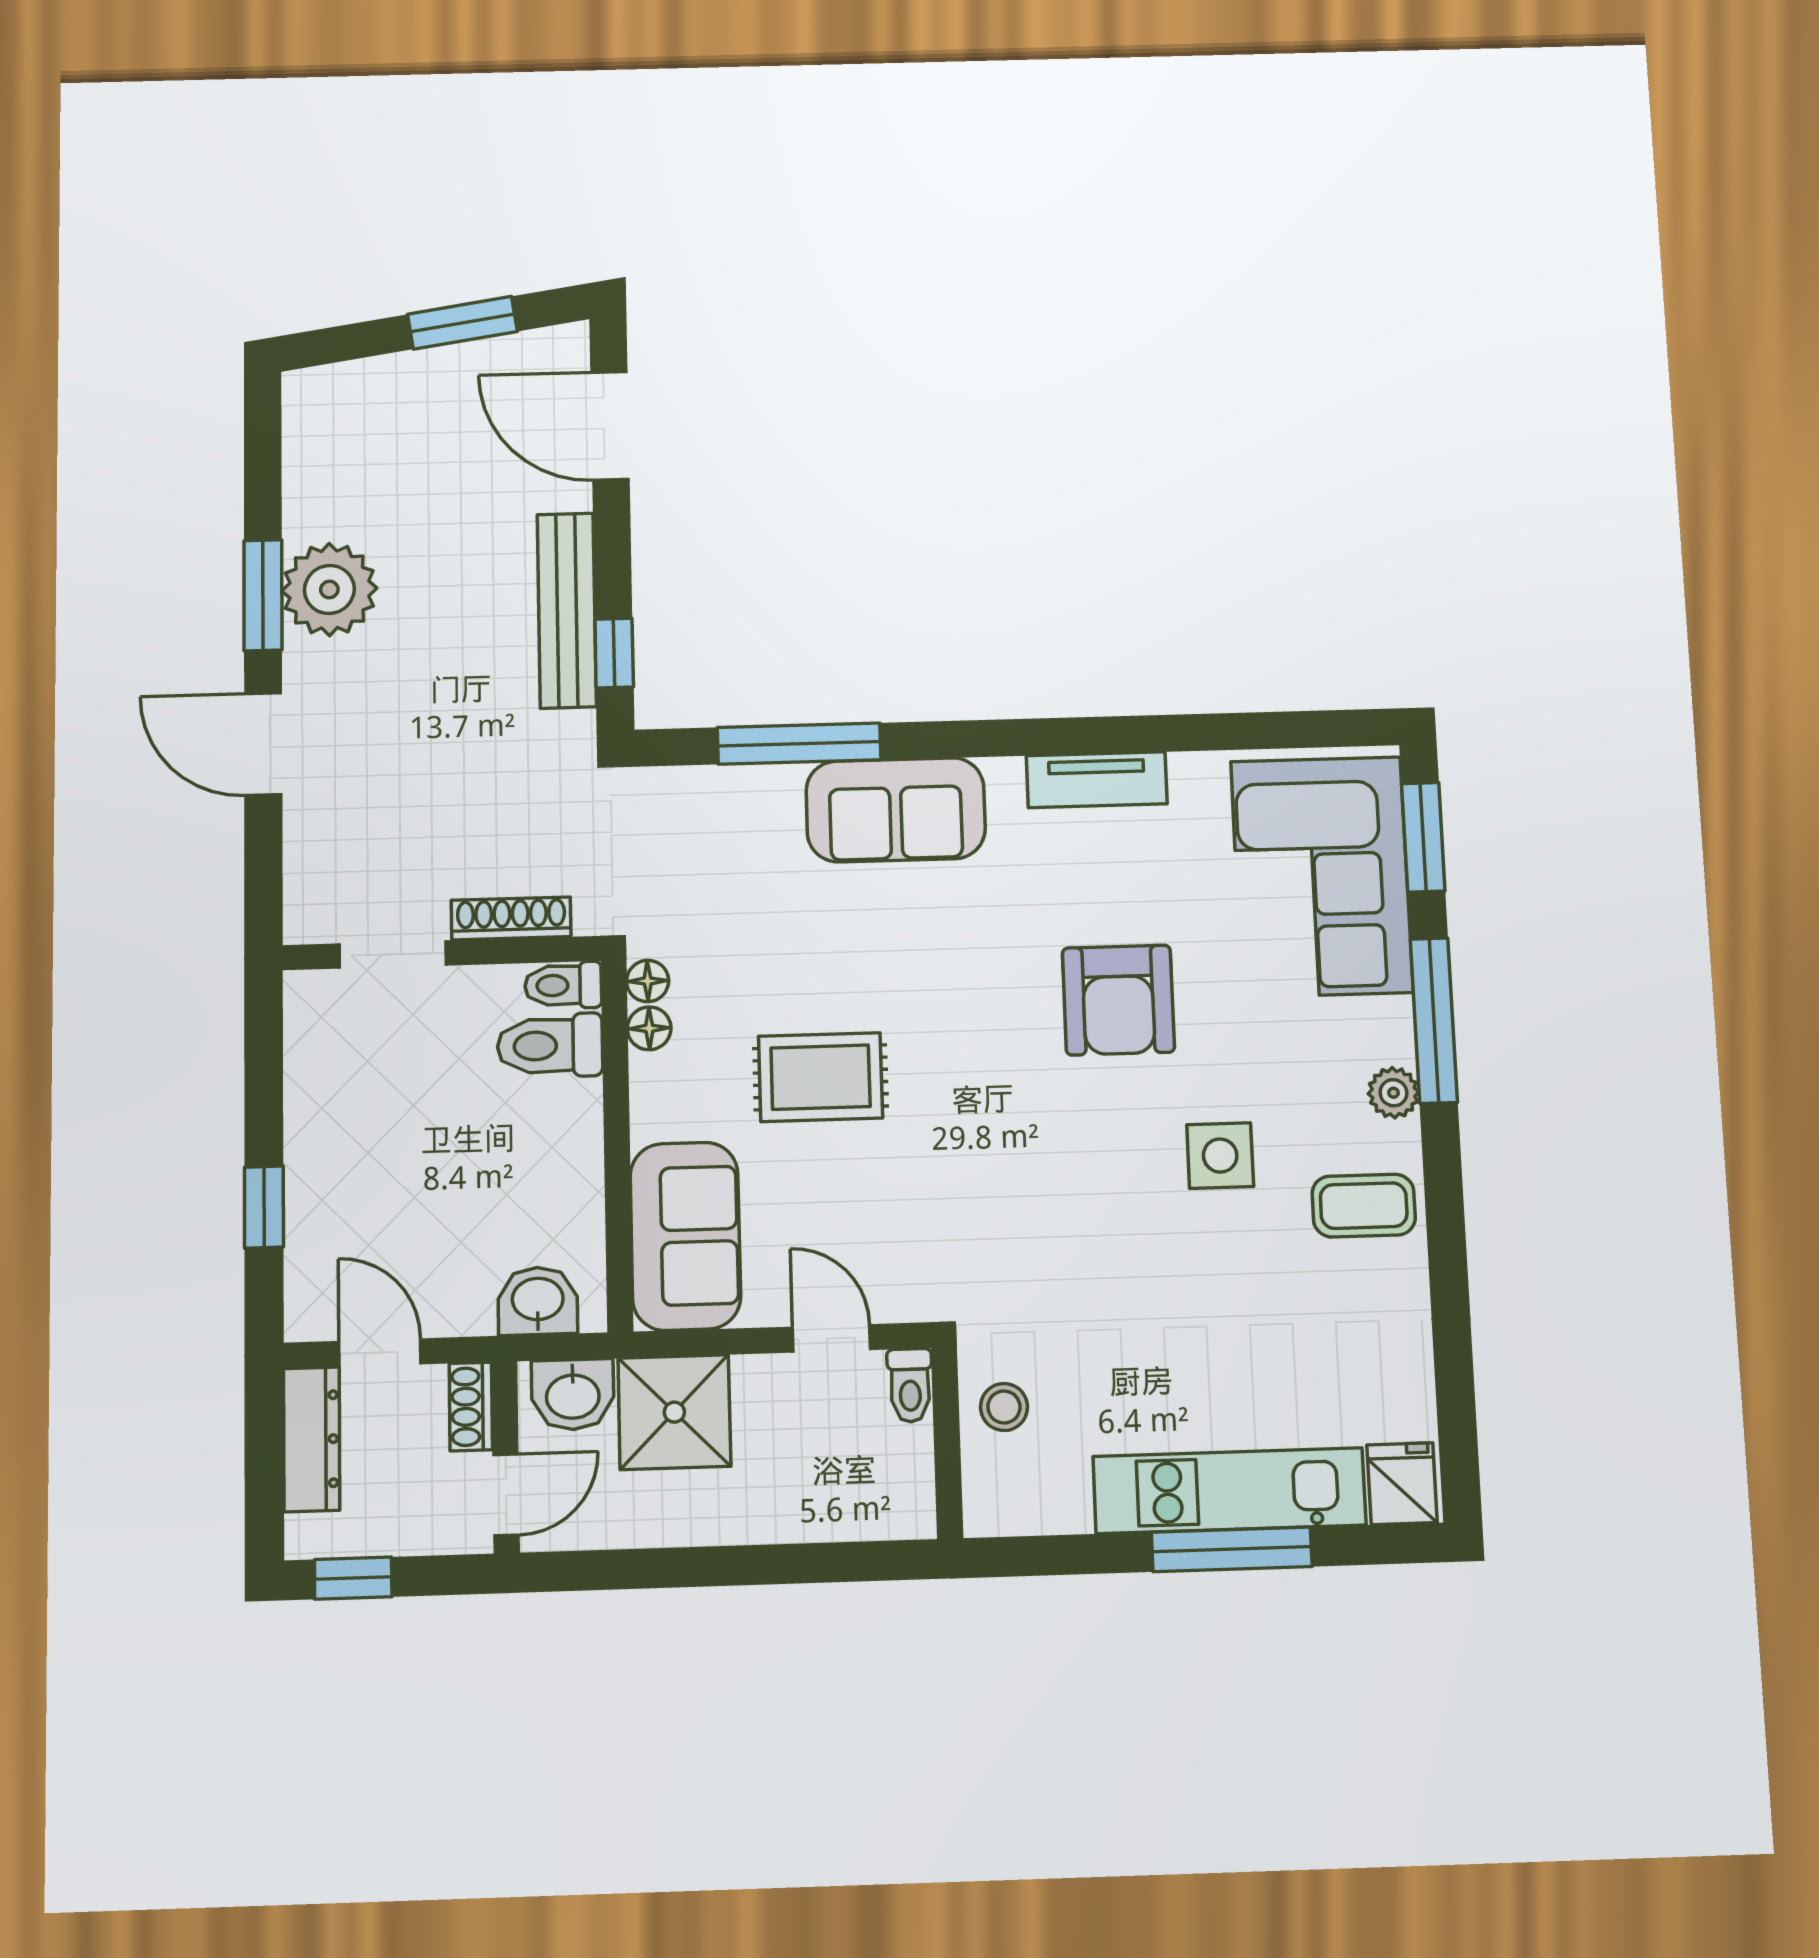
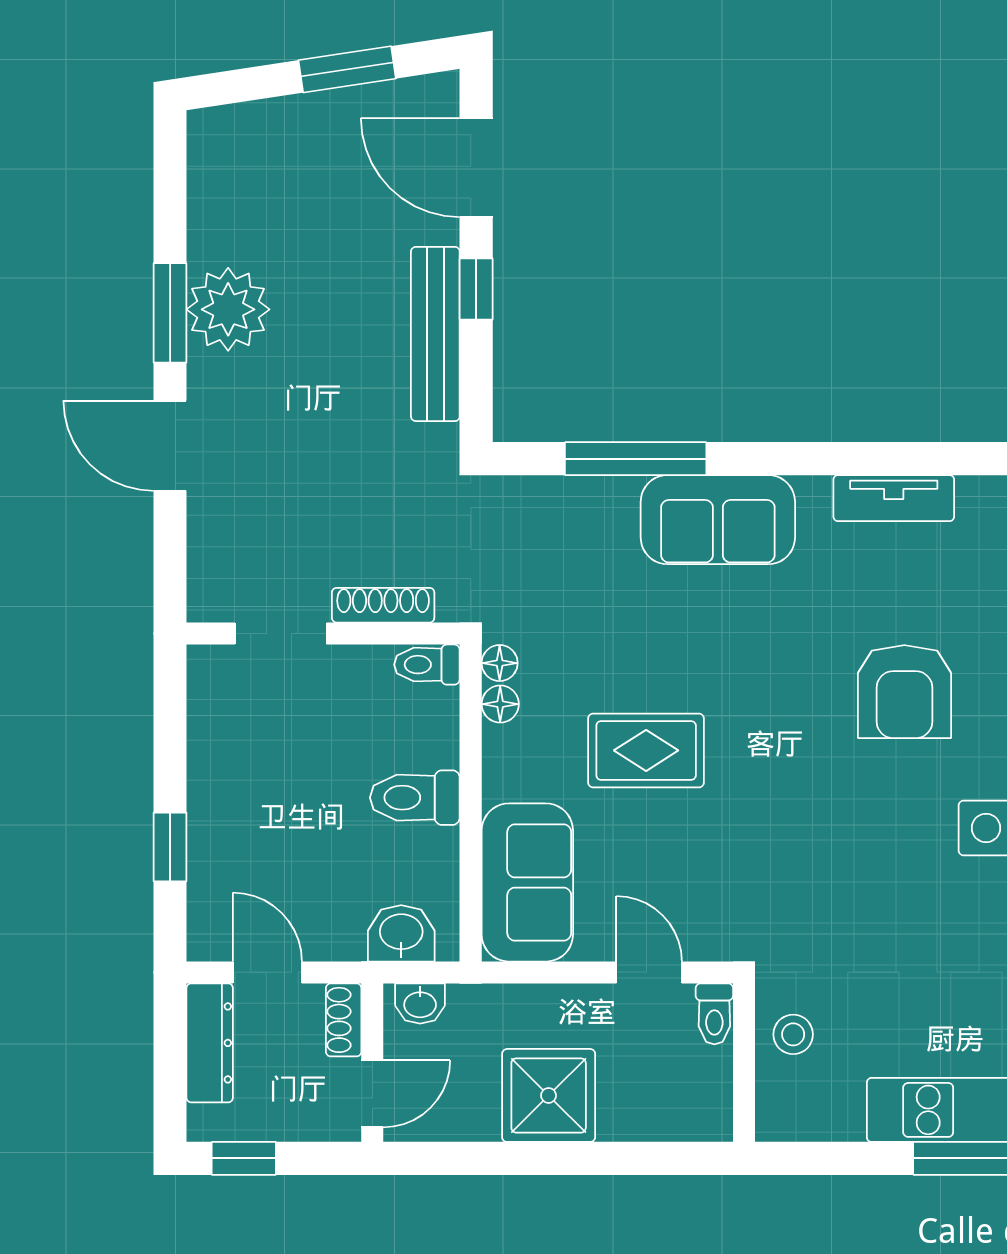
window: (614, 653) -> (476, 289), moved
toilet: (550, 1046) -> (415, 798), moved
washbasin: (573, 1395) -> (420, 1004), width x0.72, depth x0.69
shower: (674, 1412) -> (549, 1095), moved

